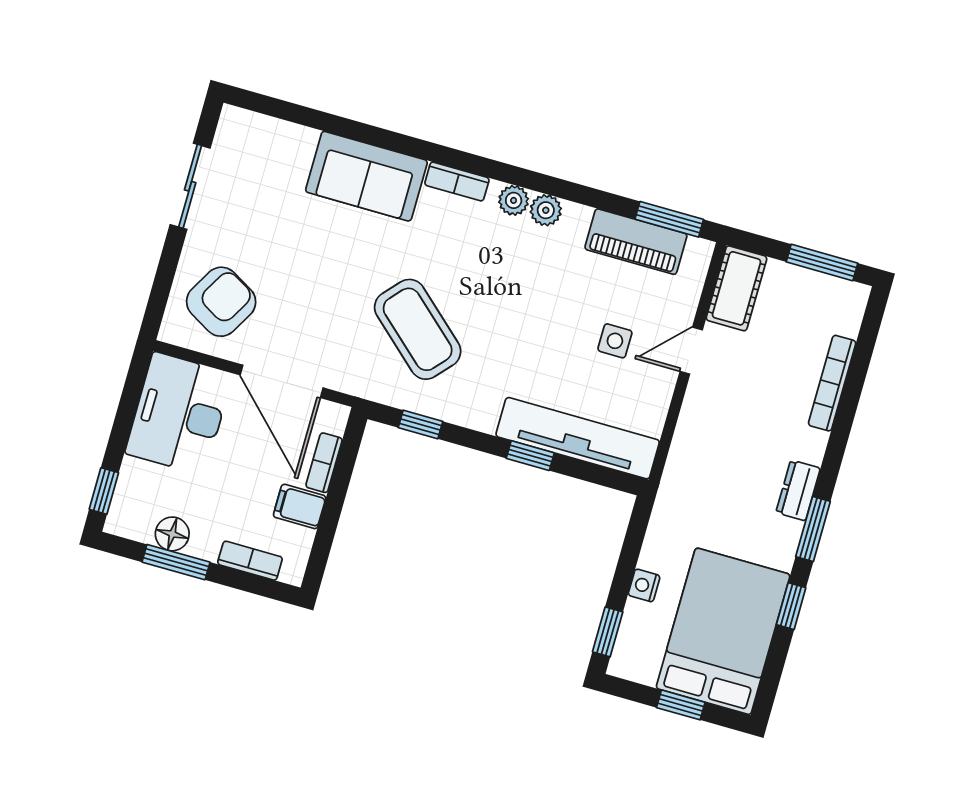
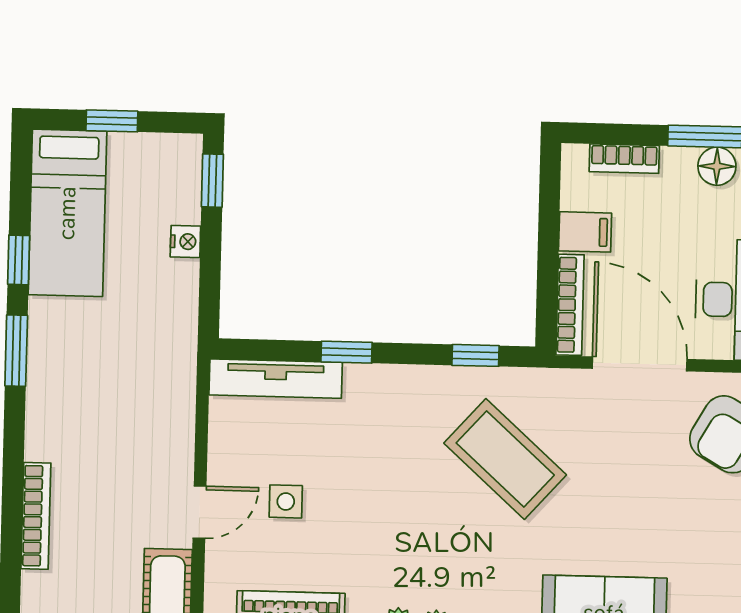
tv unit: (578, 438) -> (276, 379), width x0.73, depth x0.78
bookcase: (324, 463) -> (570, 305), width x1.56
dresser: (798, 490) -> (43, 389), removed
bed: (723, 631) -> (67, 213), width x0.67

